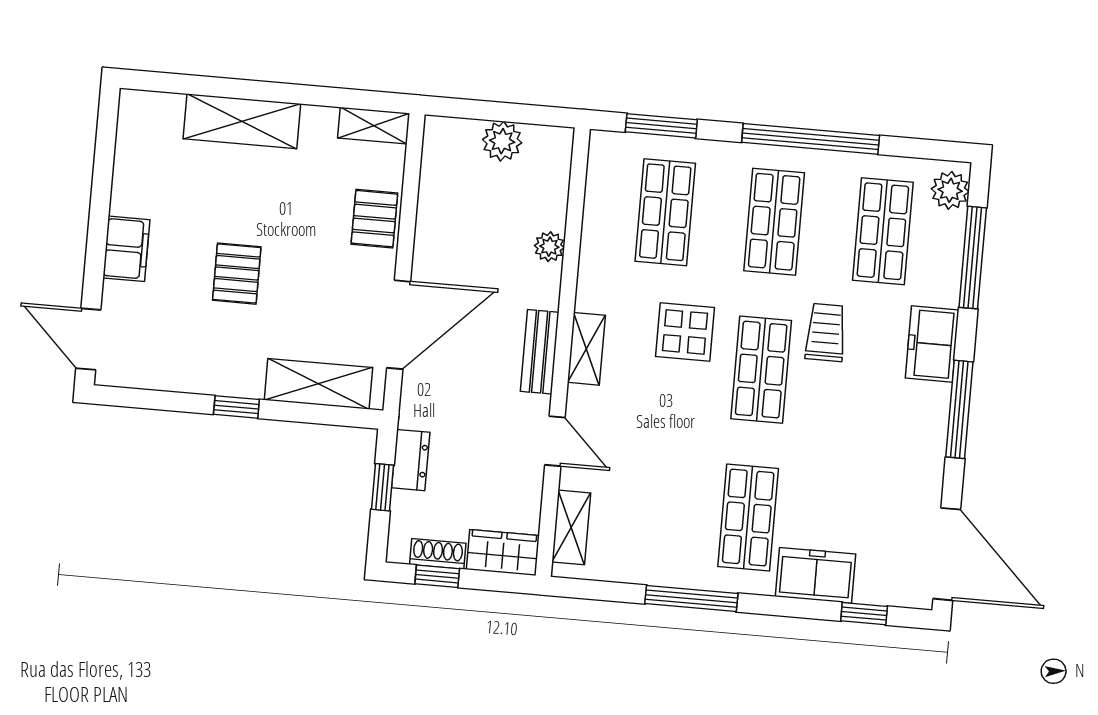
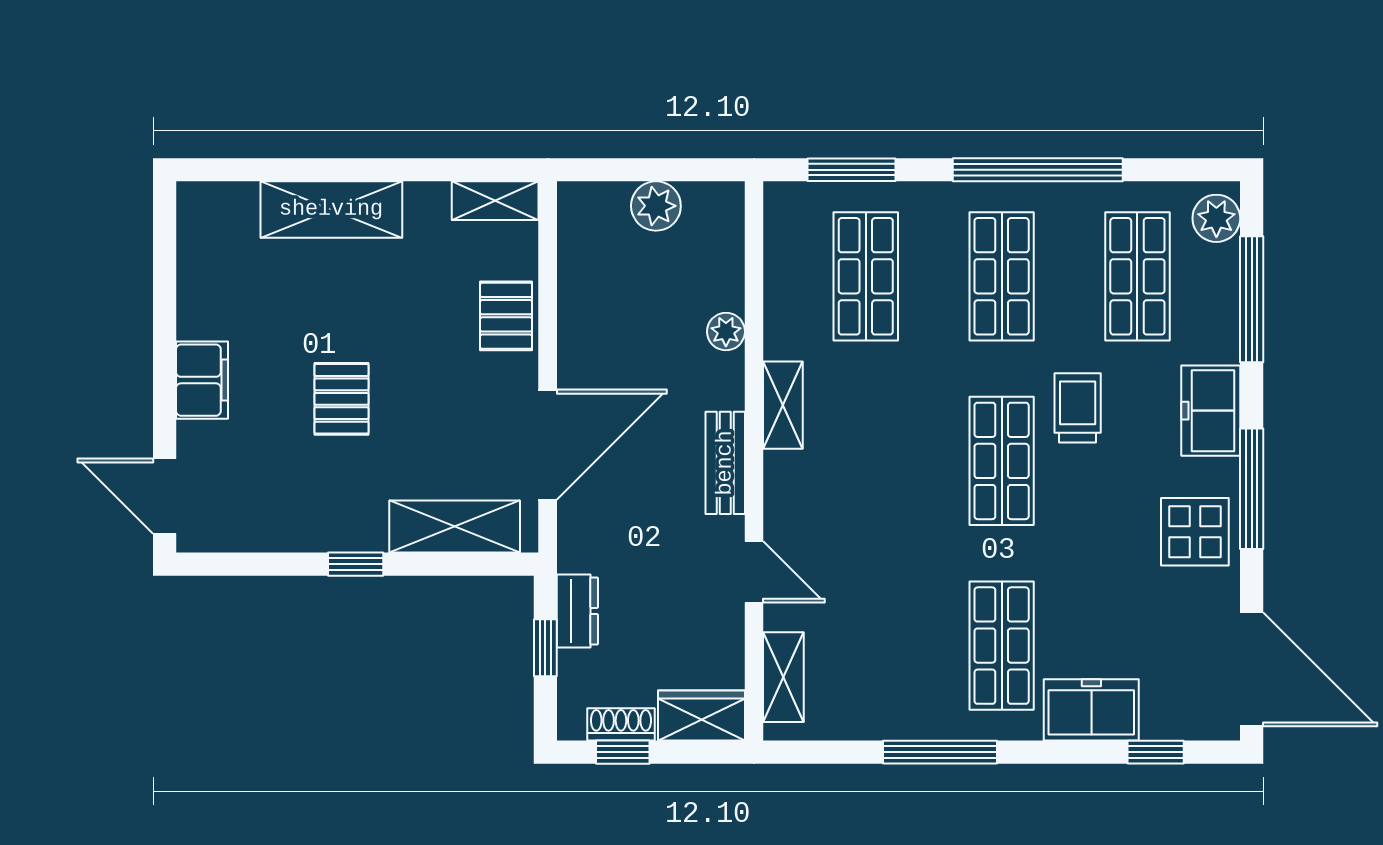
display table: (685, 332) -> (1195, 532), moved
shelving: (586, 349) -> (783, 405), moved

